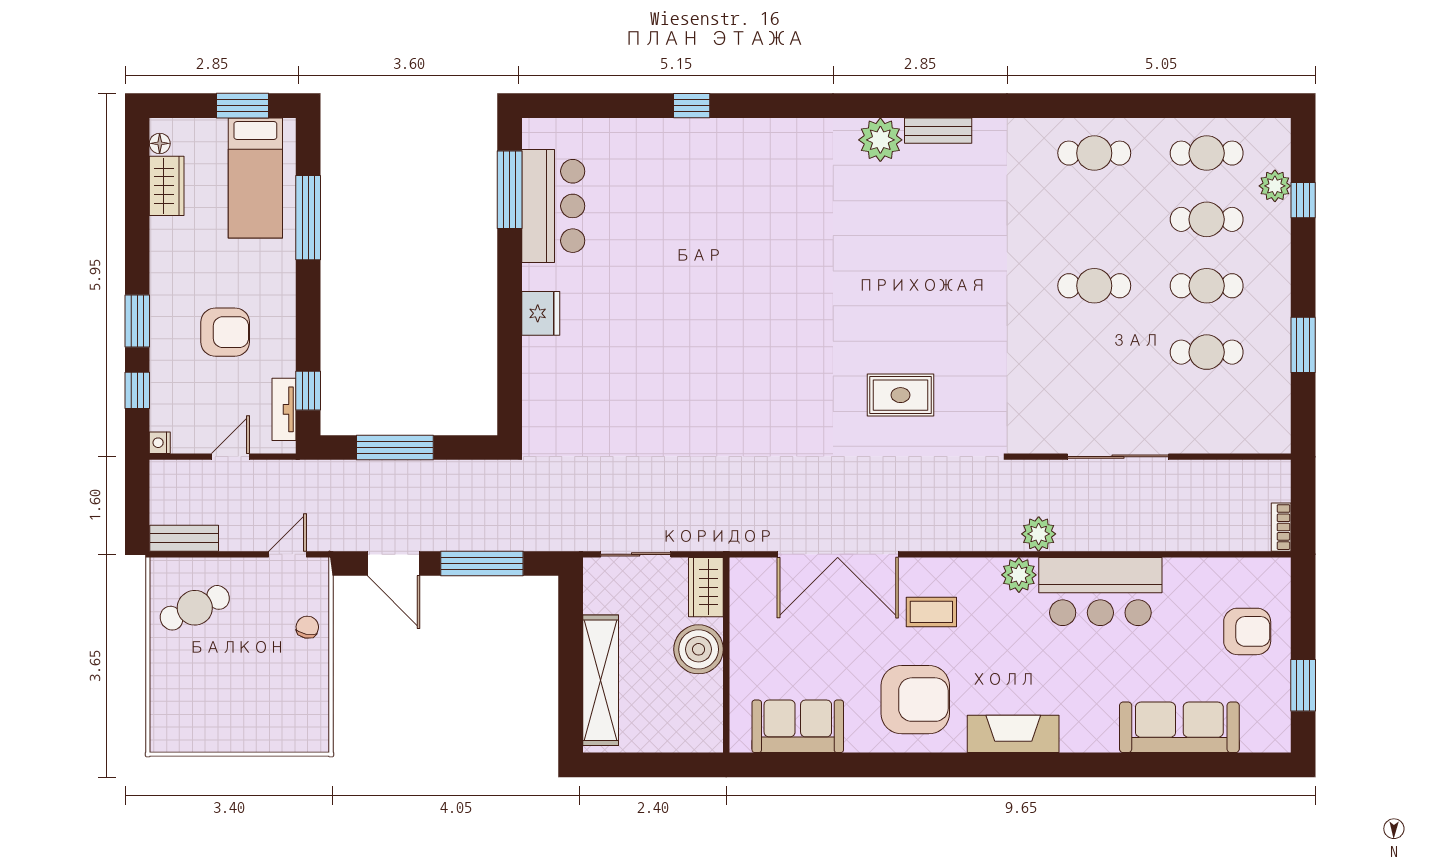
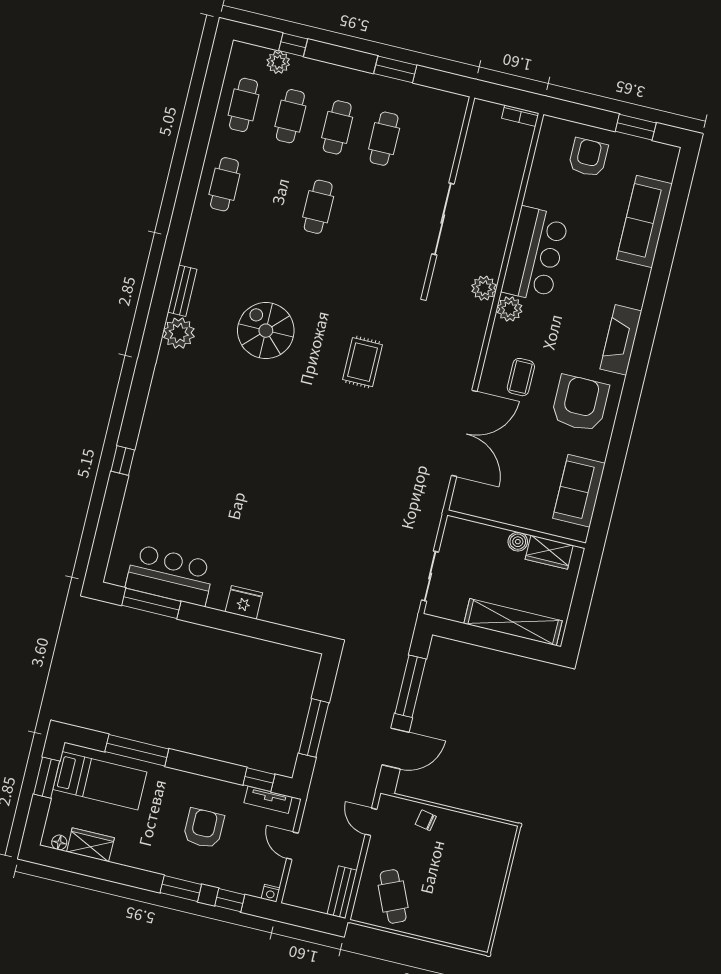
spiral stairs: (912, 255) -> (266, 331), added
wardrobe: (706, 587) -> (549, 552), moved
boiler: (699, 649) -> (518, 542), width x0.54, depth x0.54

